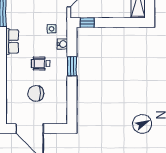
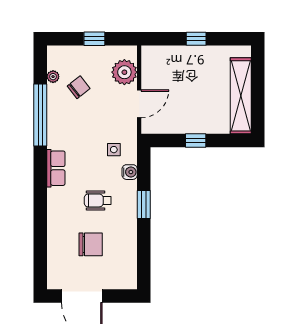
window: (87, 23) -> (196, 141), moved
chair: (36, 93) -> (91, 244), turned 180

